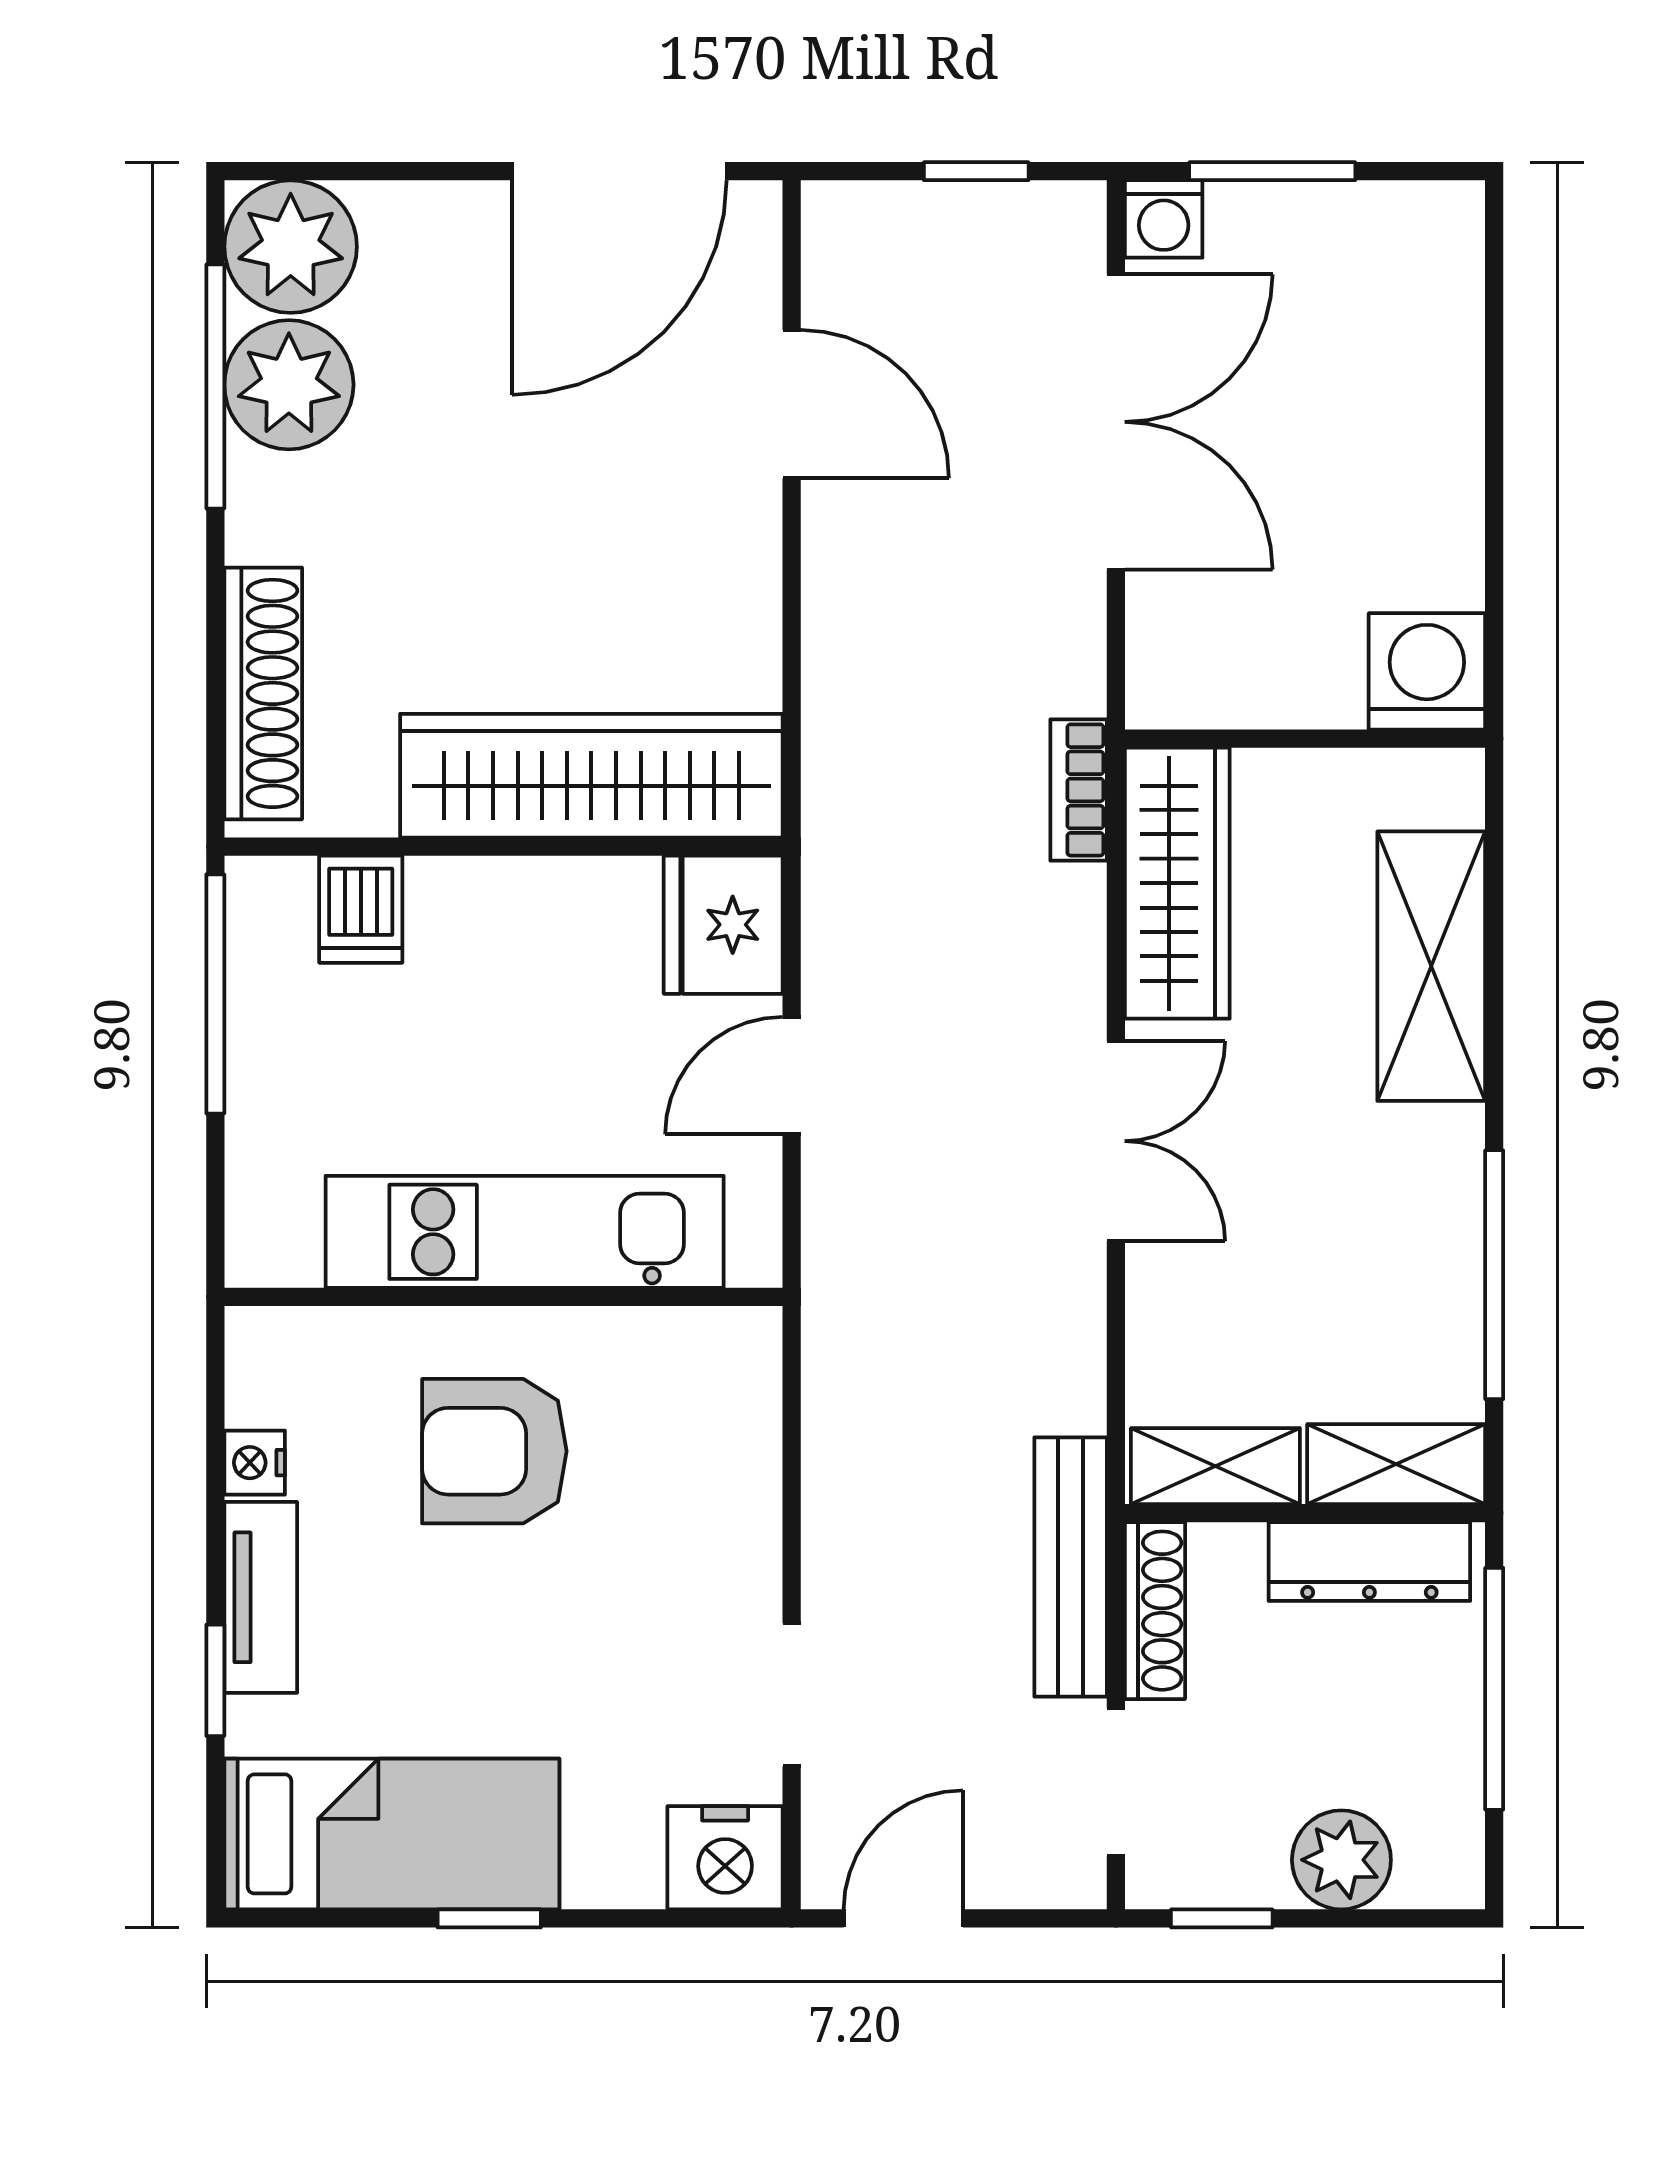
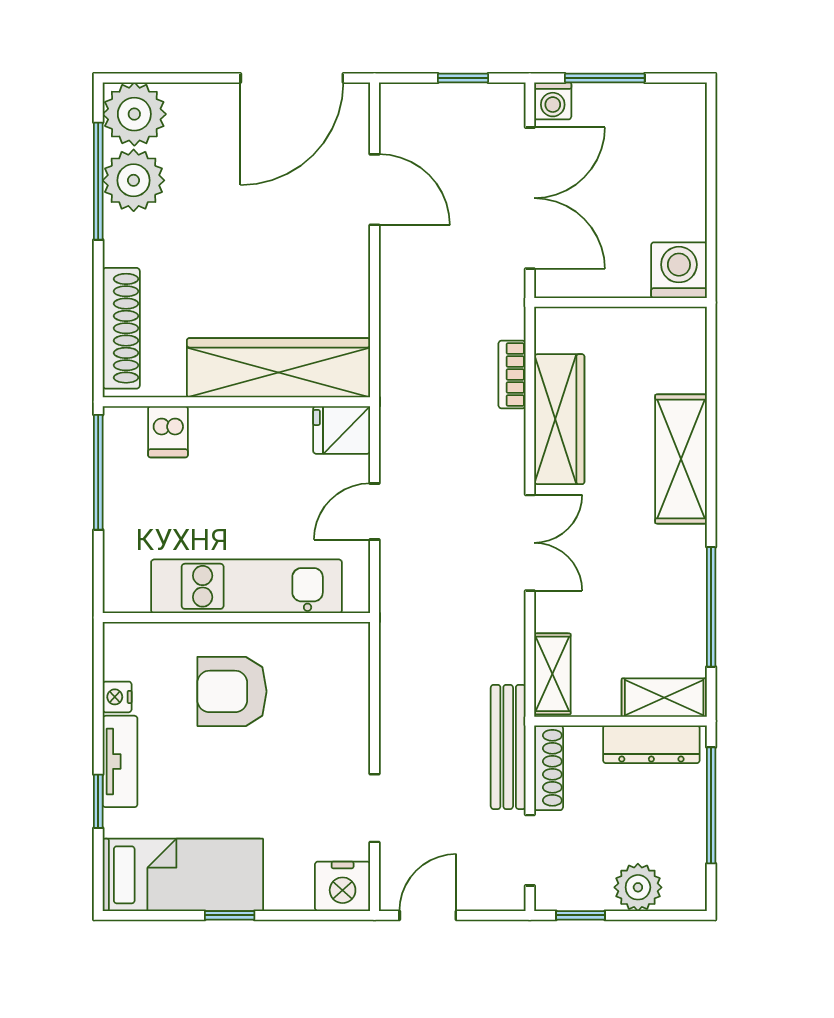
washing machine: (1427, 671) -> (679, 270), moved
wall: (1305, 739) -> (621, 302), moved
fridge: (723, 925) -> (342, 430), width x0.72
shelving: (1215, 1466) -> (552, 674), moved, turned 90

